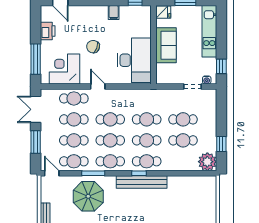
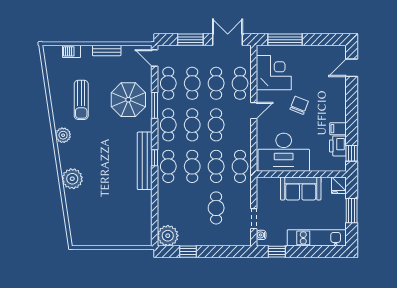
printer: (48, 31) -> (338, 146), moved, turned 90
cafe table: (183, 140) -> (240, 166), moved
door: (52, 173) -> (155, 58), swing flipped

